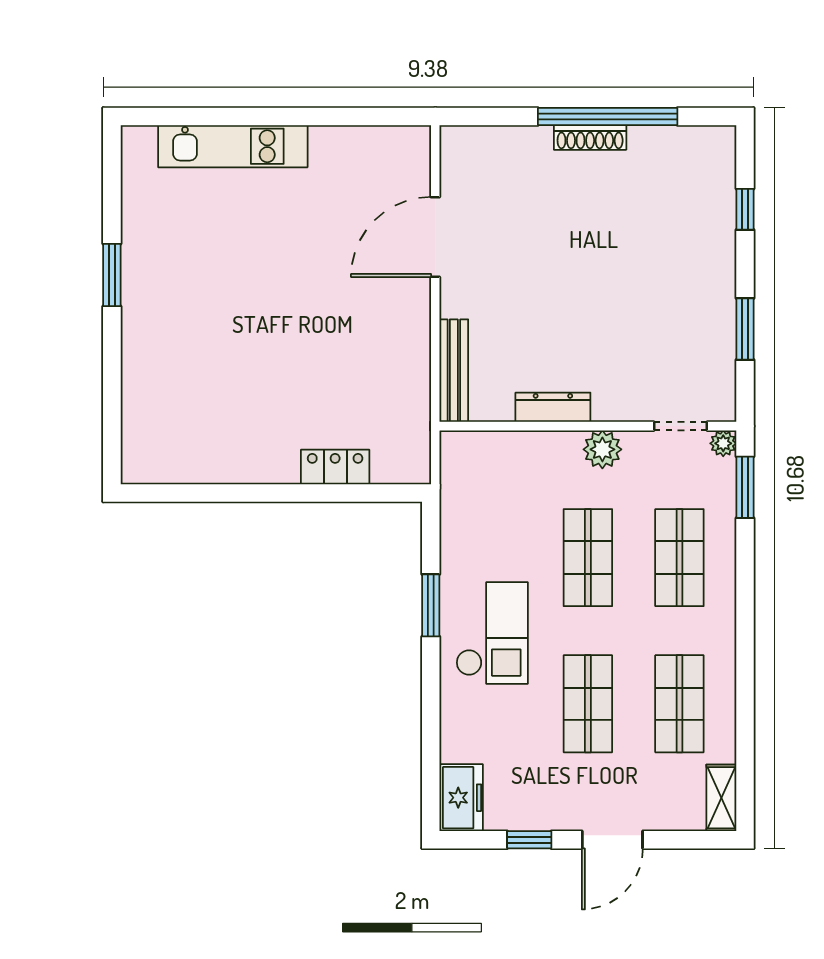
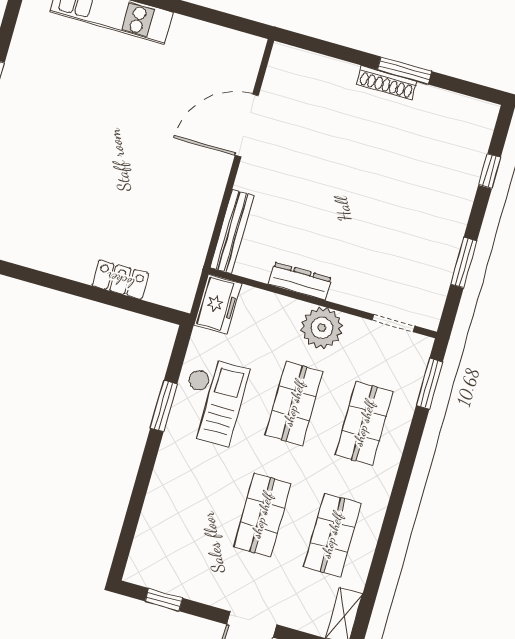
window: (608, 117) -> (405, 71), width x0.47
plant: (723, 443) -> (422, 345), removed
plant: (602, 449) -> (322, 328), width x1.36, depth x1.36
checkout: (492, 633) -> (212, 401), moved
freezer: (461, 798) -> (218, 304), moved
window: (529, 840) -> (164, 600), moved

